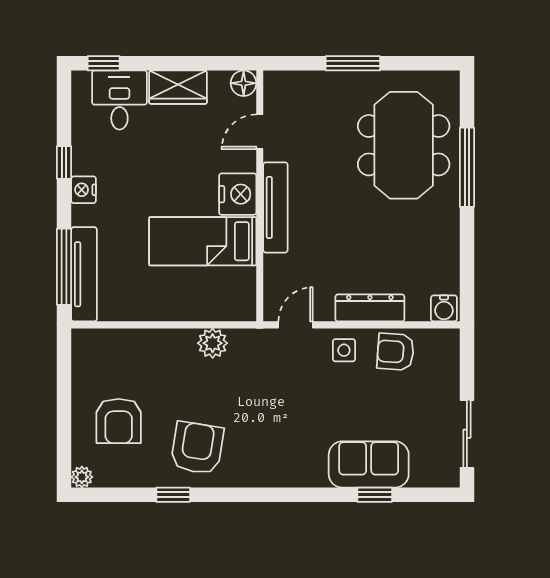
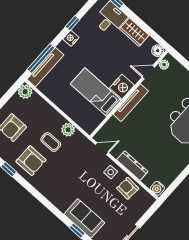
plant: (274, 97) -> (164, 65), added
plant: (87, 344) -> (25, 92), added
coffee table: (202, 389) -> (51, 142), added
armchair: (197, 448) -> (31, 161), turned 81

